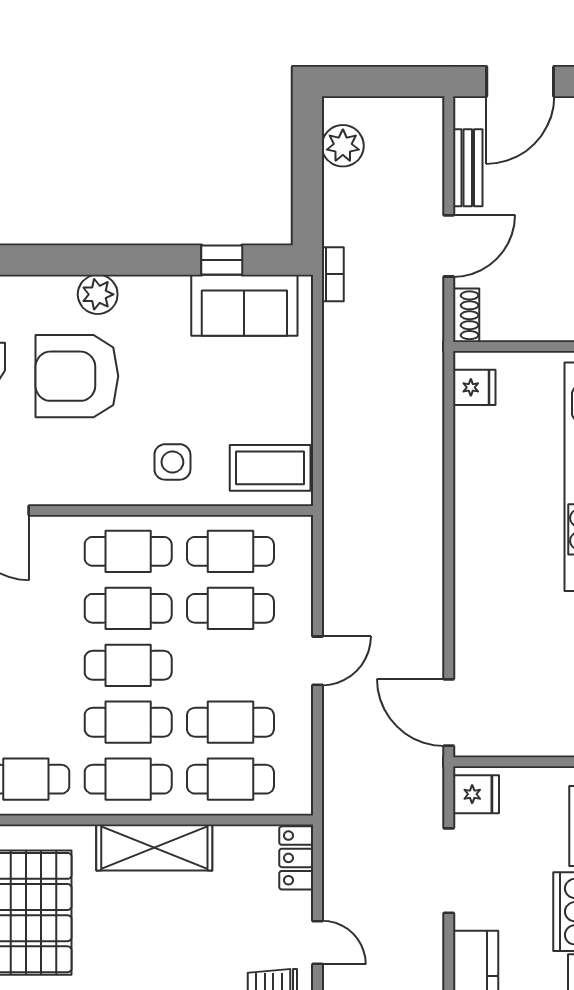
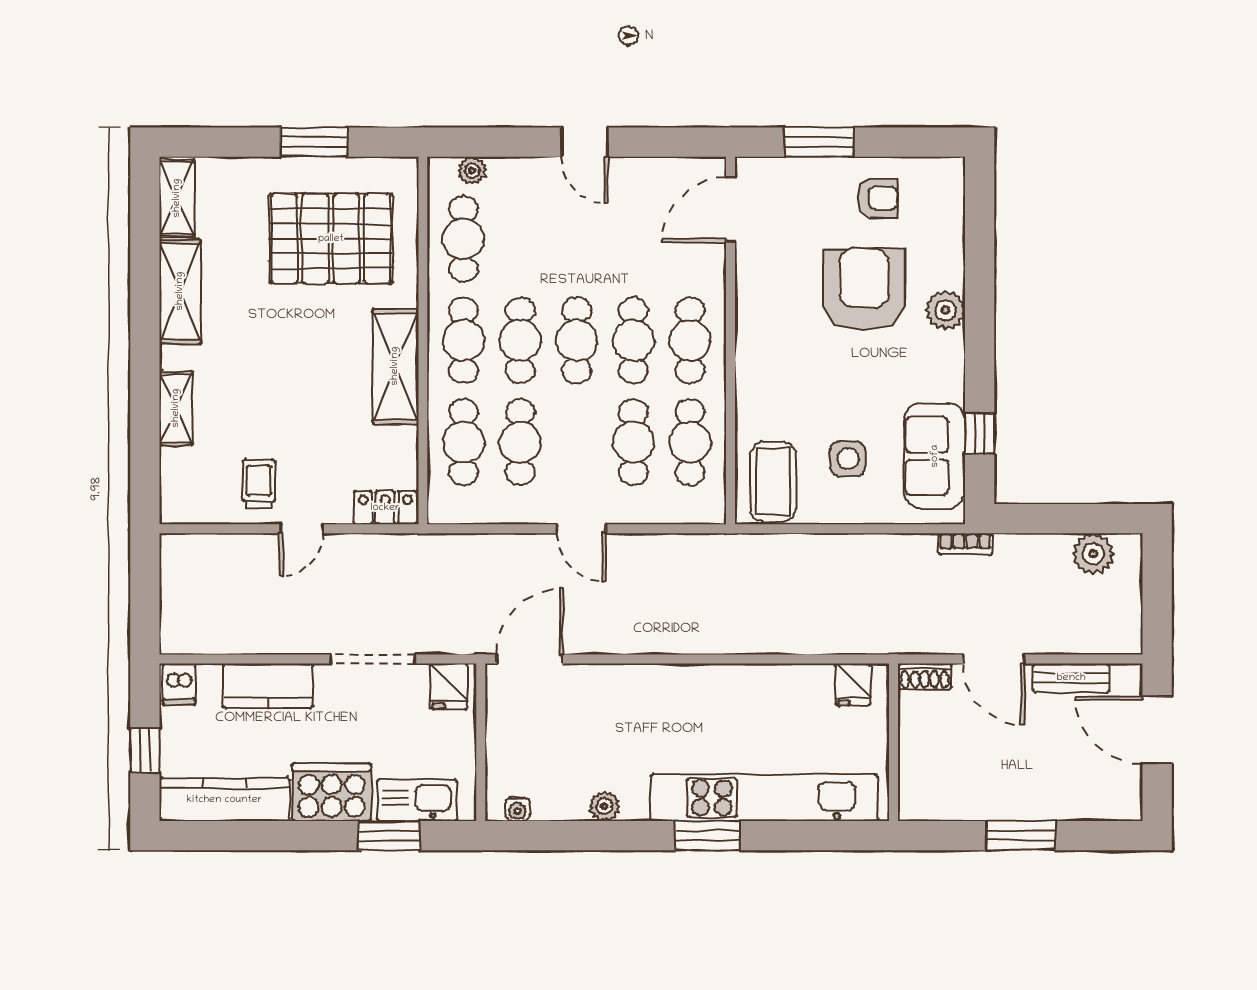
side table: (172, 462) -> (848, 459), moved

